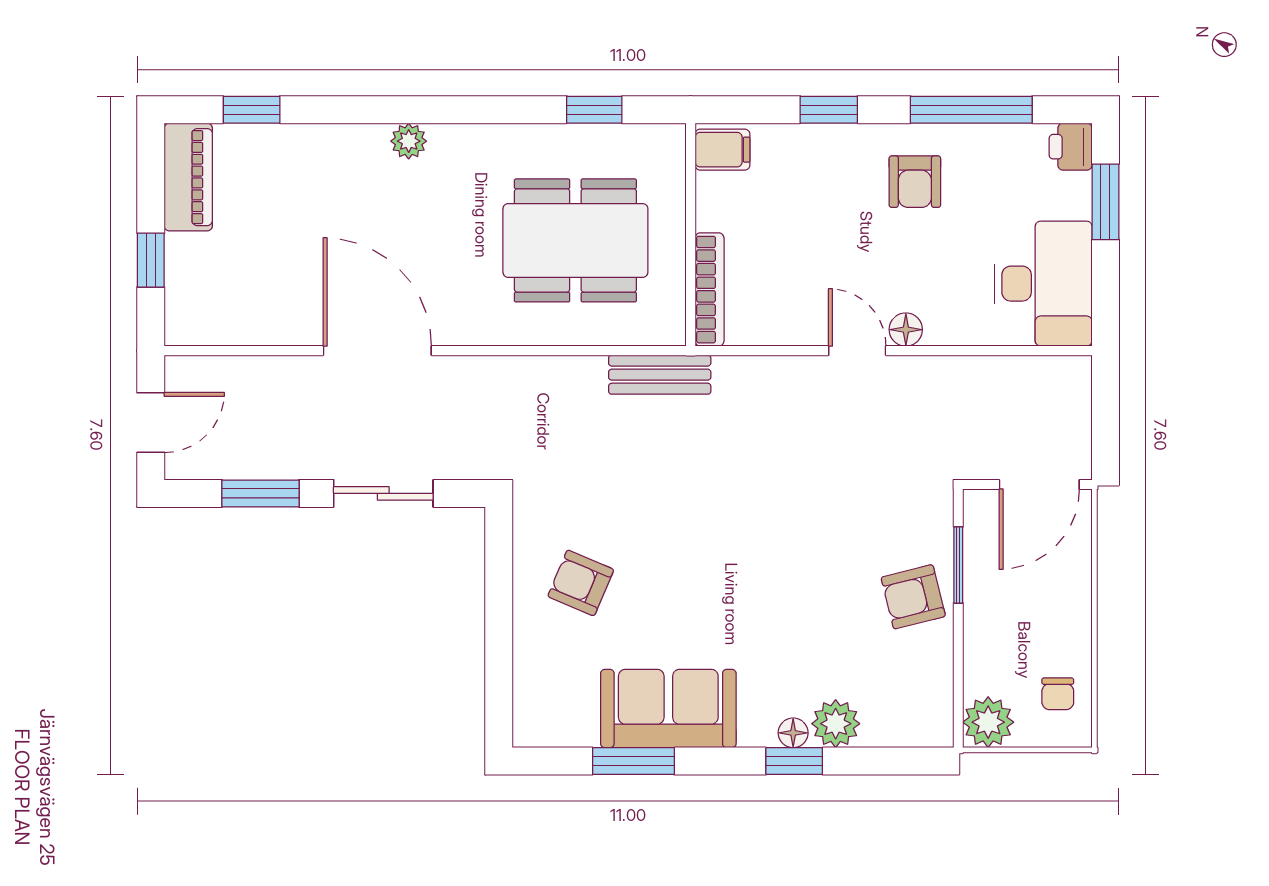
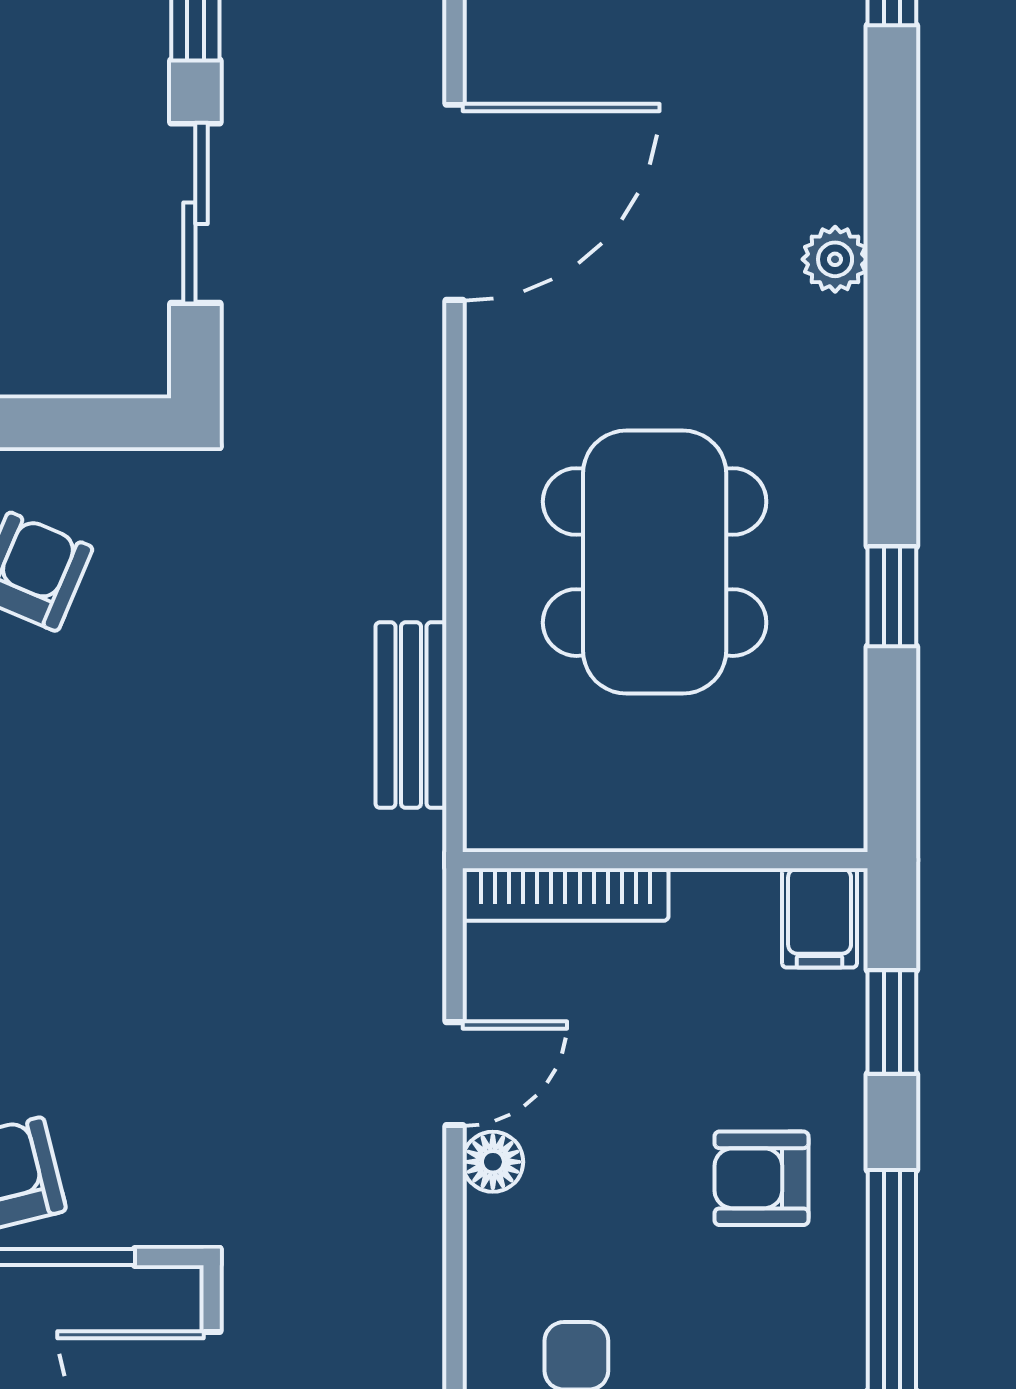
filing cabinet: (722, 150) -> (820, 918), moved
wall: (691, 235) -> (665, 860), moved
bookcase: (710, 290) -> (565, 895), moved

